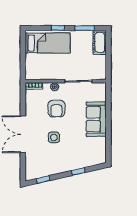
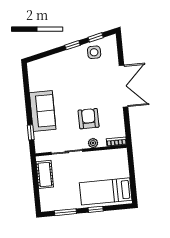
cot: (100, 42) -> (45, 174), moved
window: (108, 101) -> (31, 132), added
side table: (54, 137) -> (94, 52), moved
window: (78, 172) -> (72, 45), moved

